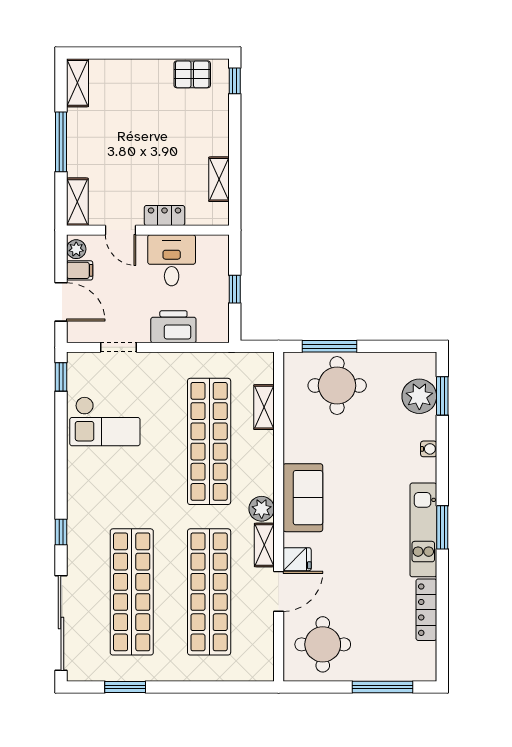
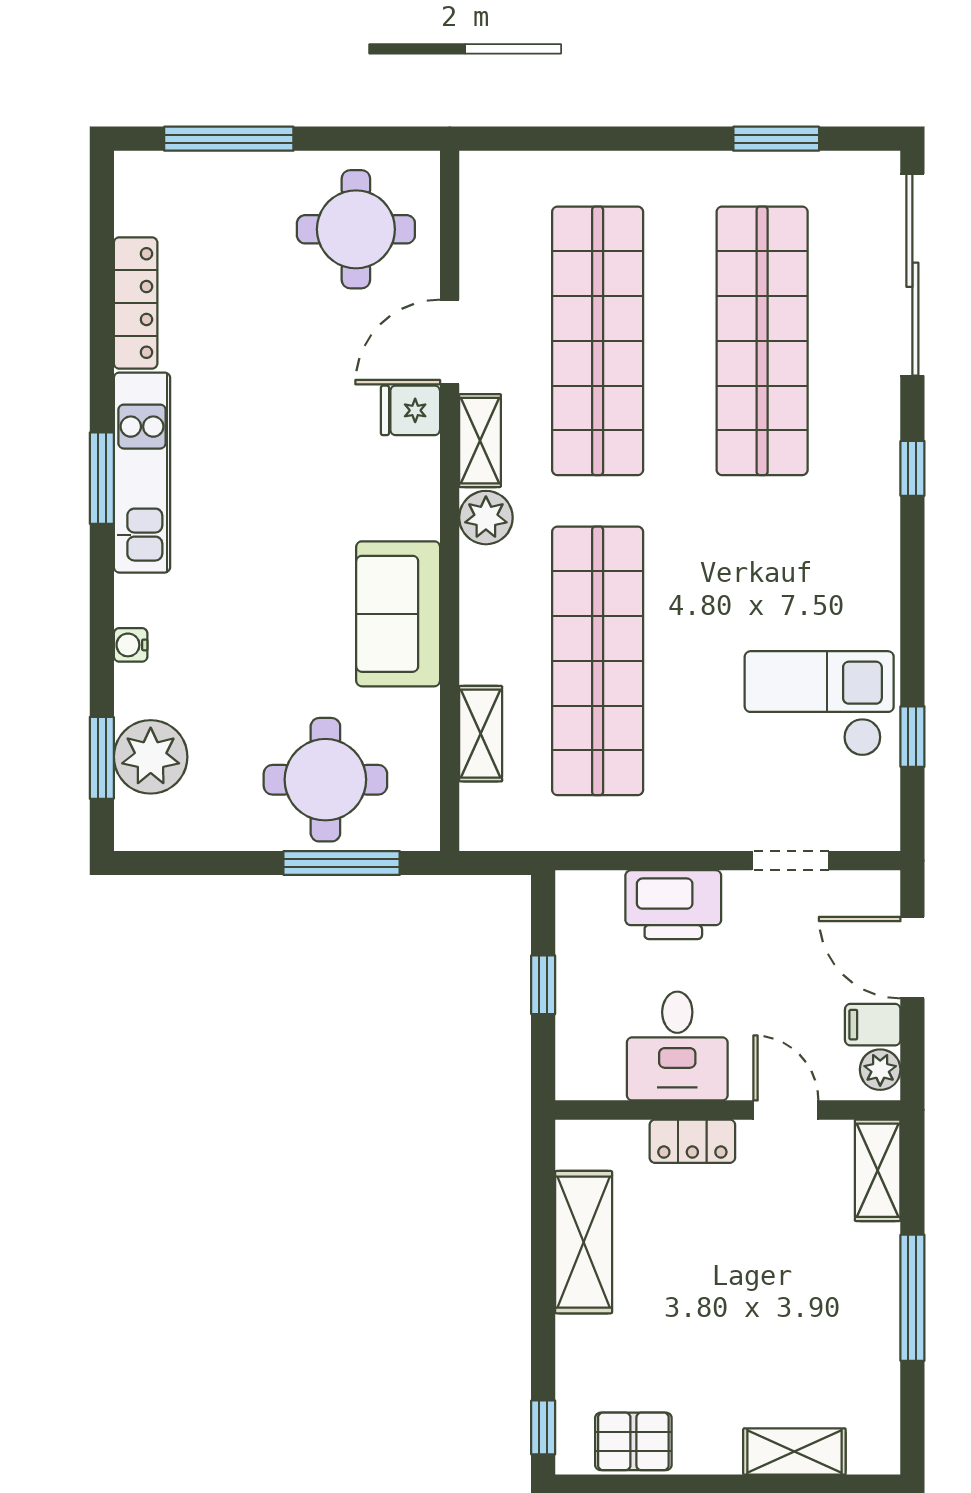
shelving: (77, 83) -> (794, 1452), moved, turned 90
shelving: (219, 179) -> (584, 1242), width x1.50, depth x1.33
window: (61, 377) -> (912, 737), moved
sofa: (303, 498) -> (398, 614), moved

